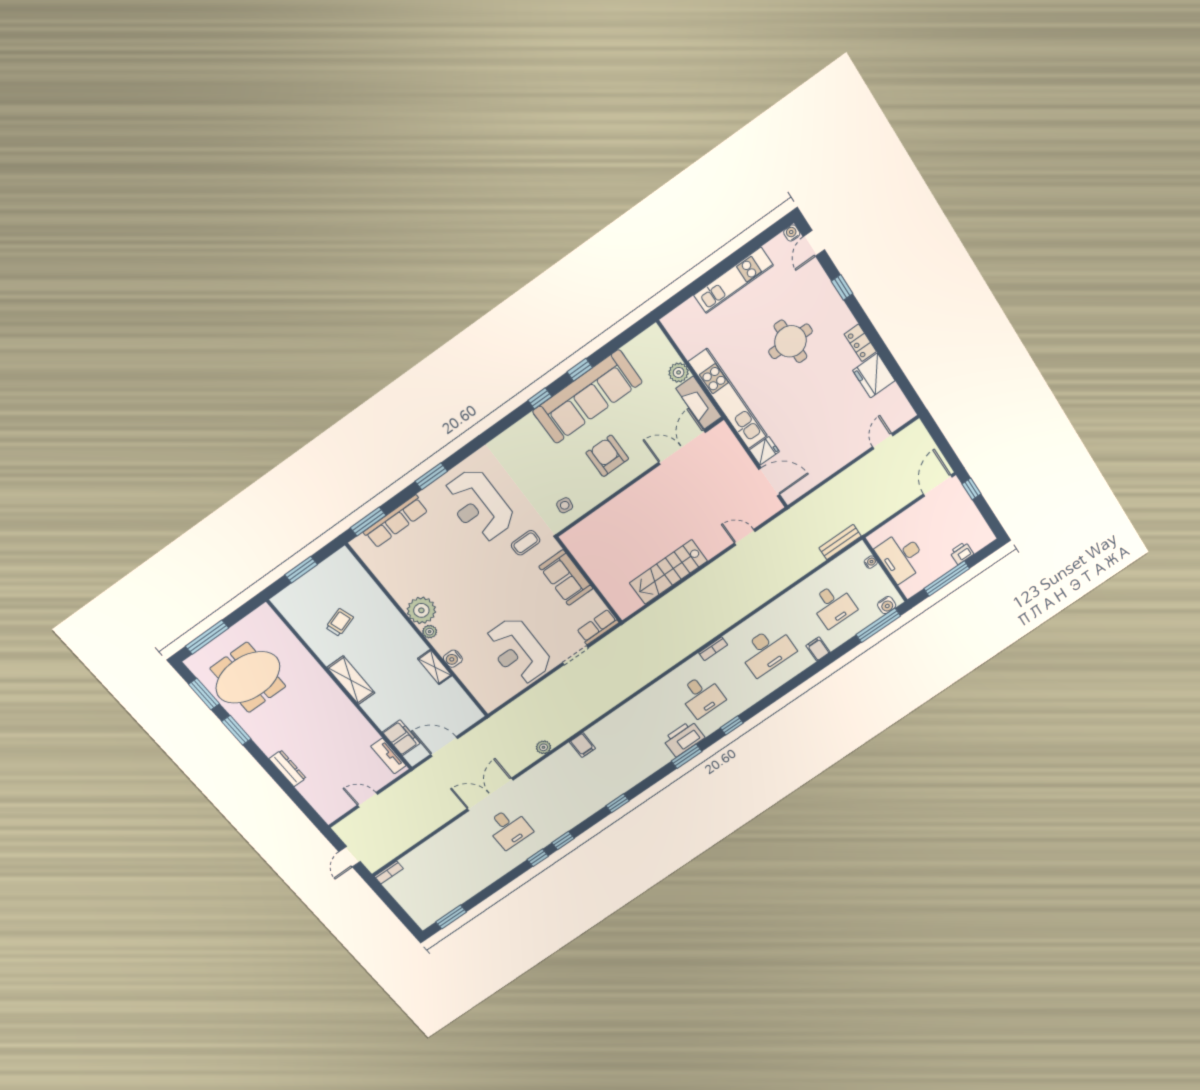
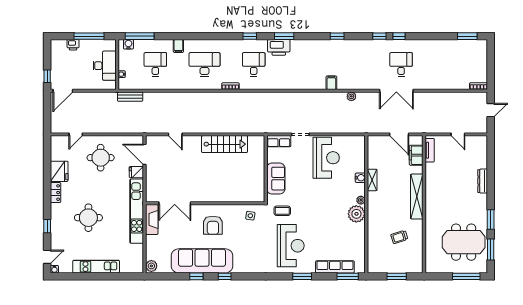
plant: (679, 372) -> (151, 266), moved
round table: (828, 435) -> (101, 158), added
shelving: (351, 680) -> (417, 197), width x1.47

